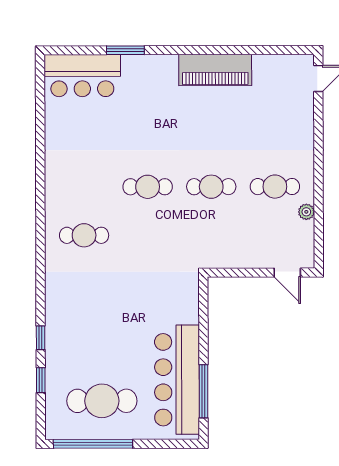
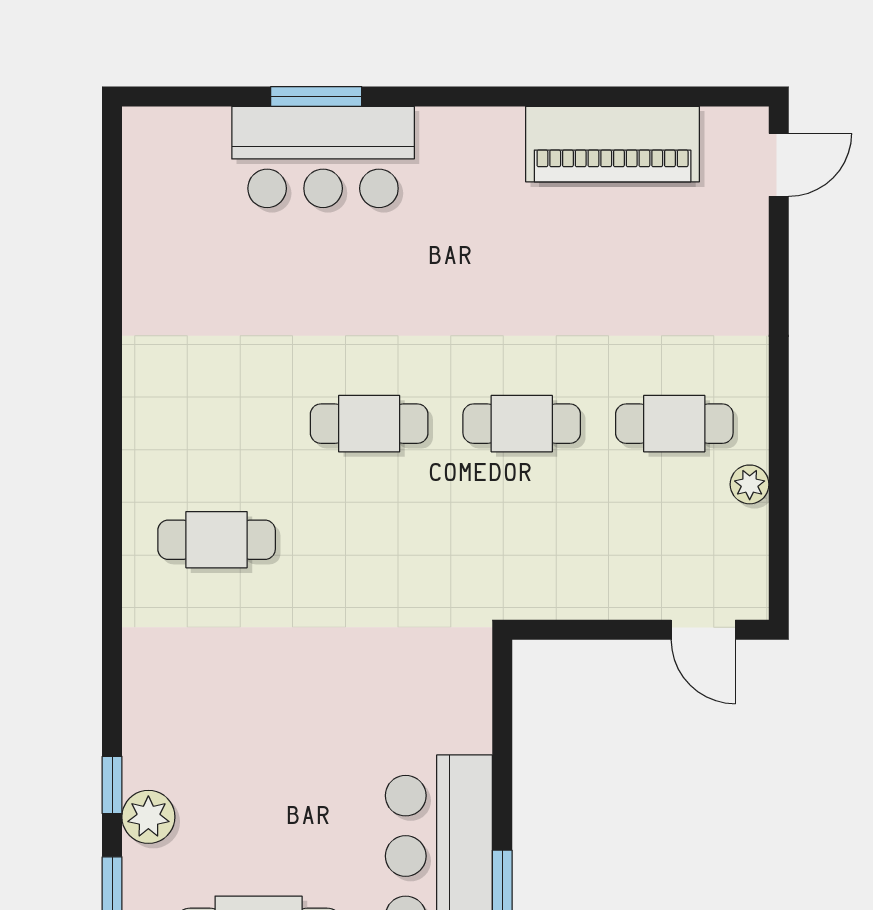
piano: (215, 70) -> (613, 144), moved
bar counter: (82, 76) -> (323, 157), moved
plant: (56, 351) -> (148, 817), added

